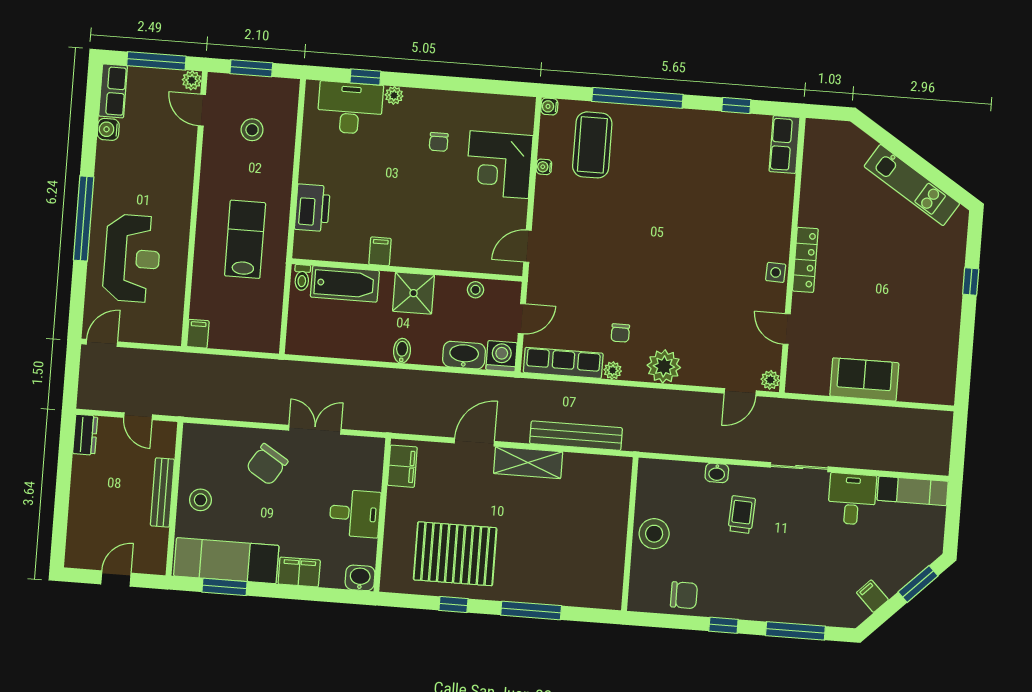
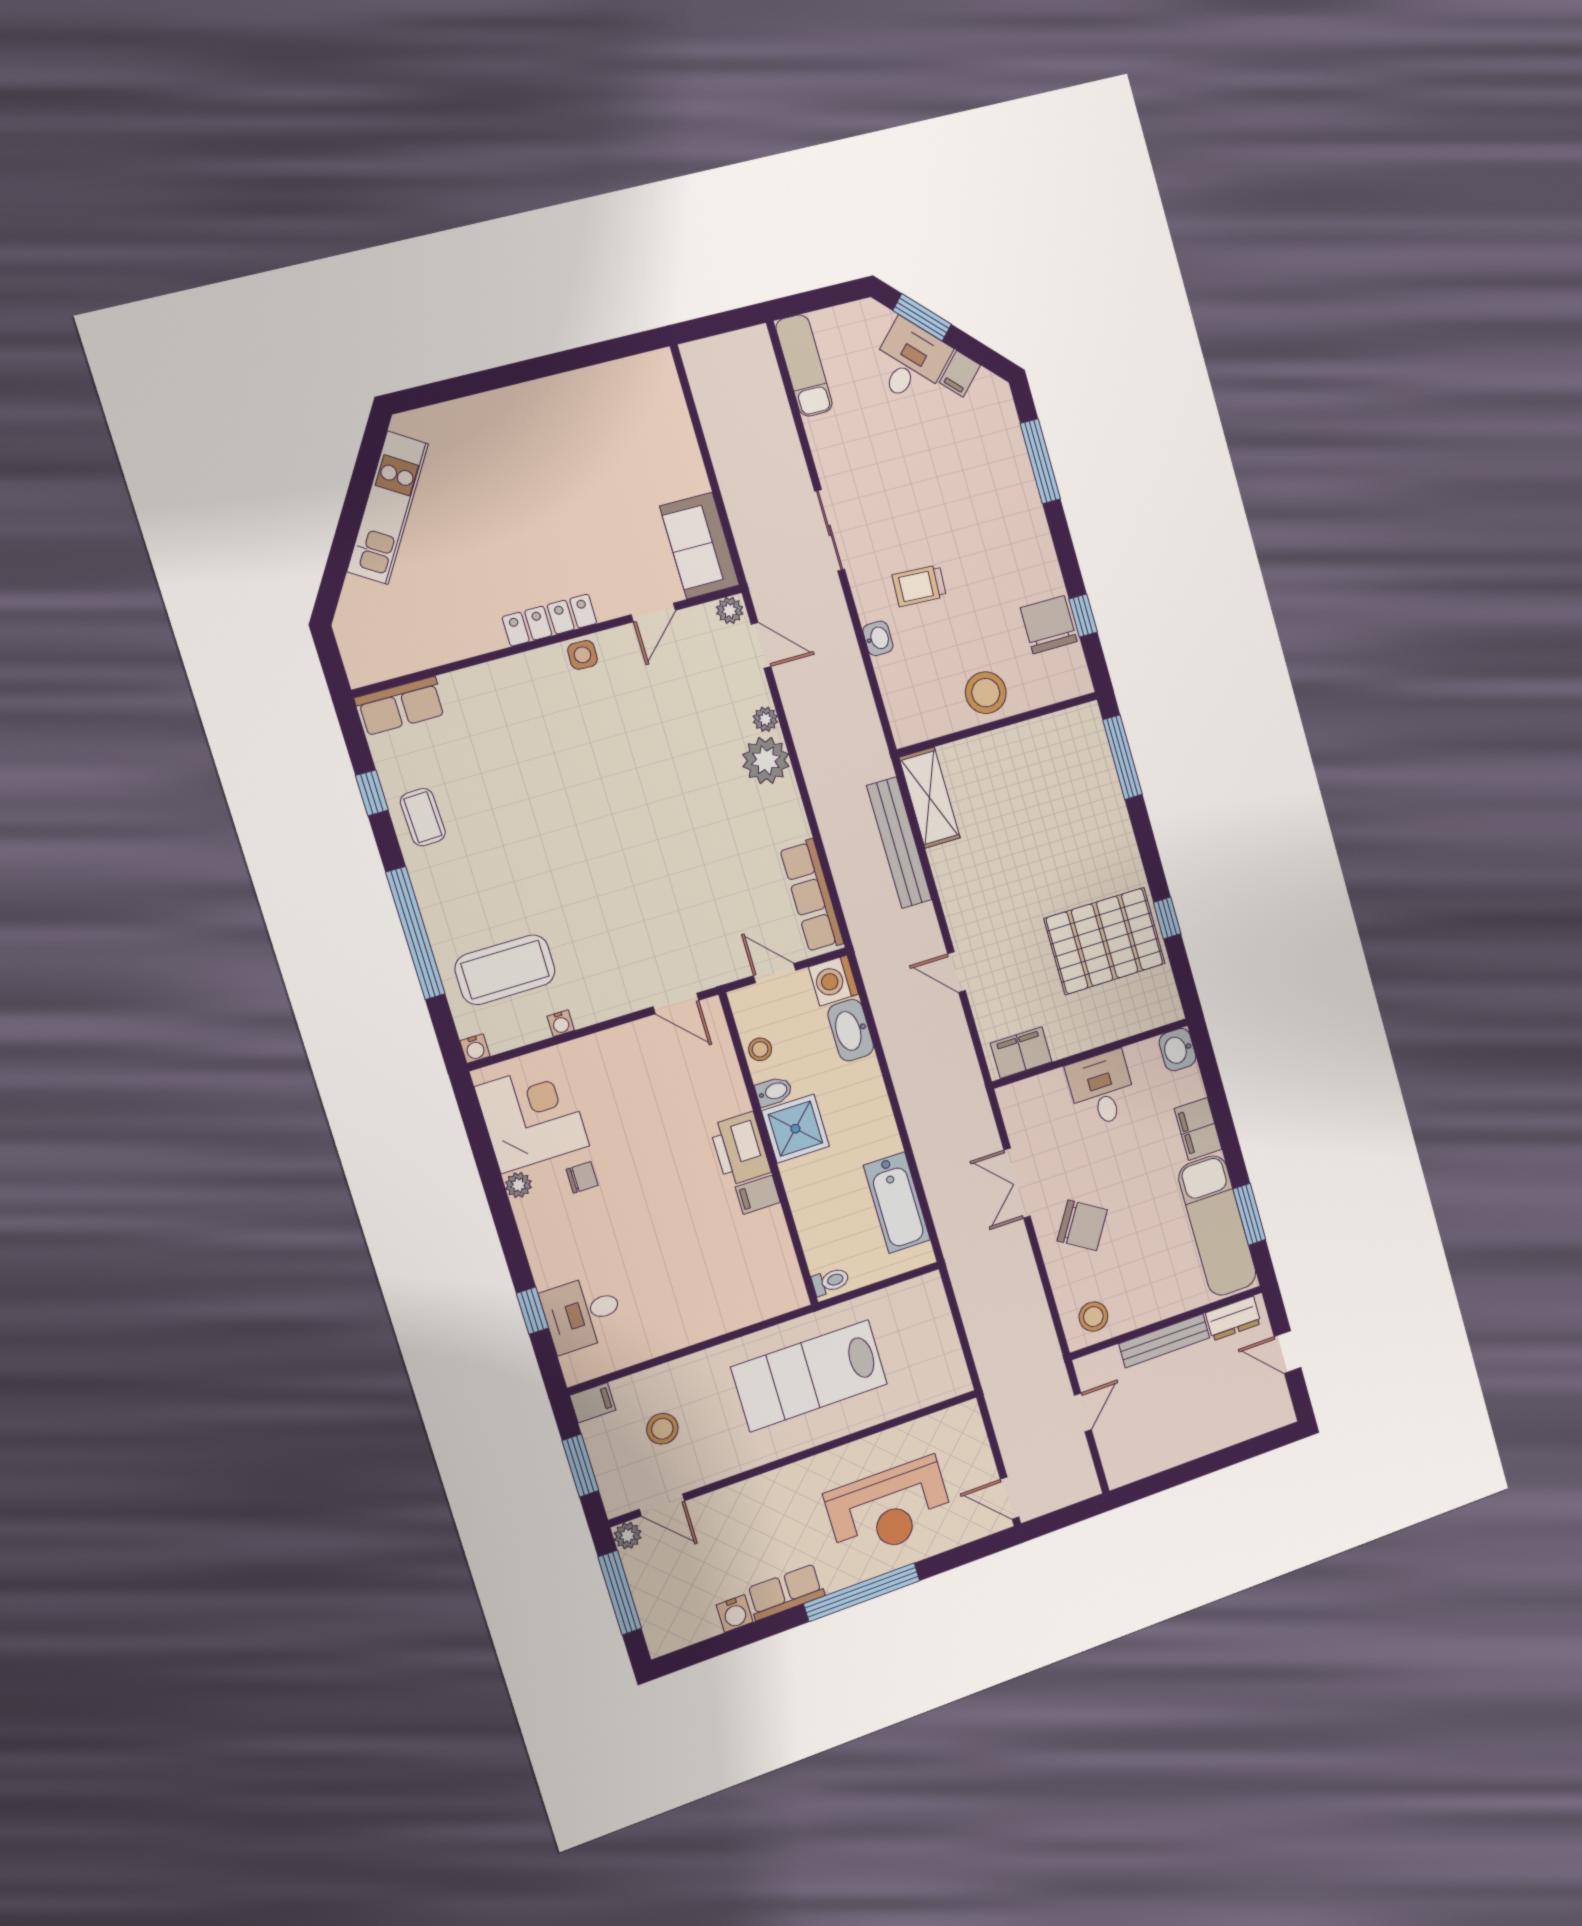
row of seats: (113, 91) -> (786, 1592), moved
plant: (394, 95) -> (518, 1185), moved
desk: (350, 108) -> (583, 1313), width x0.73
door: (202, 110) -> (662, 1505), hinge flipped
coffee table: (709, 131) -> (423, 817), added
corner desk: (499, 165) -> (532, 1116), moved, turned -90
printer: (312, 208) -> (740, 1149), moved, turned -90
lab bench: (245, 239) -> (809, 1376), width x1.36, depth x1.39
reception desk: (132, 258) -> (889, 1508), turned 180
window: (971, 282) -> (491, 379), removed
bathtub: (345, 284) -> (897, 1203), moved, turned 180
chair: (620, 333) -> (744, 835), removed
filing cabinet: (198, 334) -> (593, 1403), moved, turned 180
bidet: (402, 351) -> (774, 1092), moved, turned 180
plant: (613, 370) -> (765, 719), moved
sofa: (864, 379) -> (700, 546), moved
dresser: (85, 435) -> (1233, 1318), moved, turned 180
door: (474, 442) -> (957, 972), width x0.73
shelving: (528, 463) -> (930, 798), moved
desk: (852, 499) -> (910, 362), moved, turned 135
stool: (200, 500) -> (1093, 1317), moved
pallet: (455, 554) -> (1105, 941), turned 90
chair: (684, 595) -> (1049, 625), width x1.37, depth x1.37
window: (531, 610) -> (1122, 757), moved
window: (723, 625) -> (1083, 615), moved

